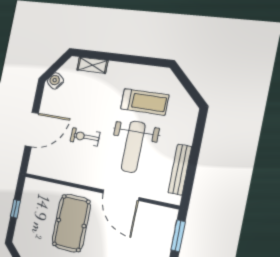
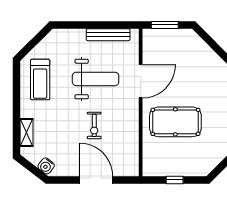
treadmill: (145, 102) -> (40, 80), moved, turned 180

